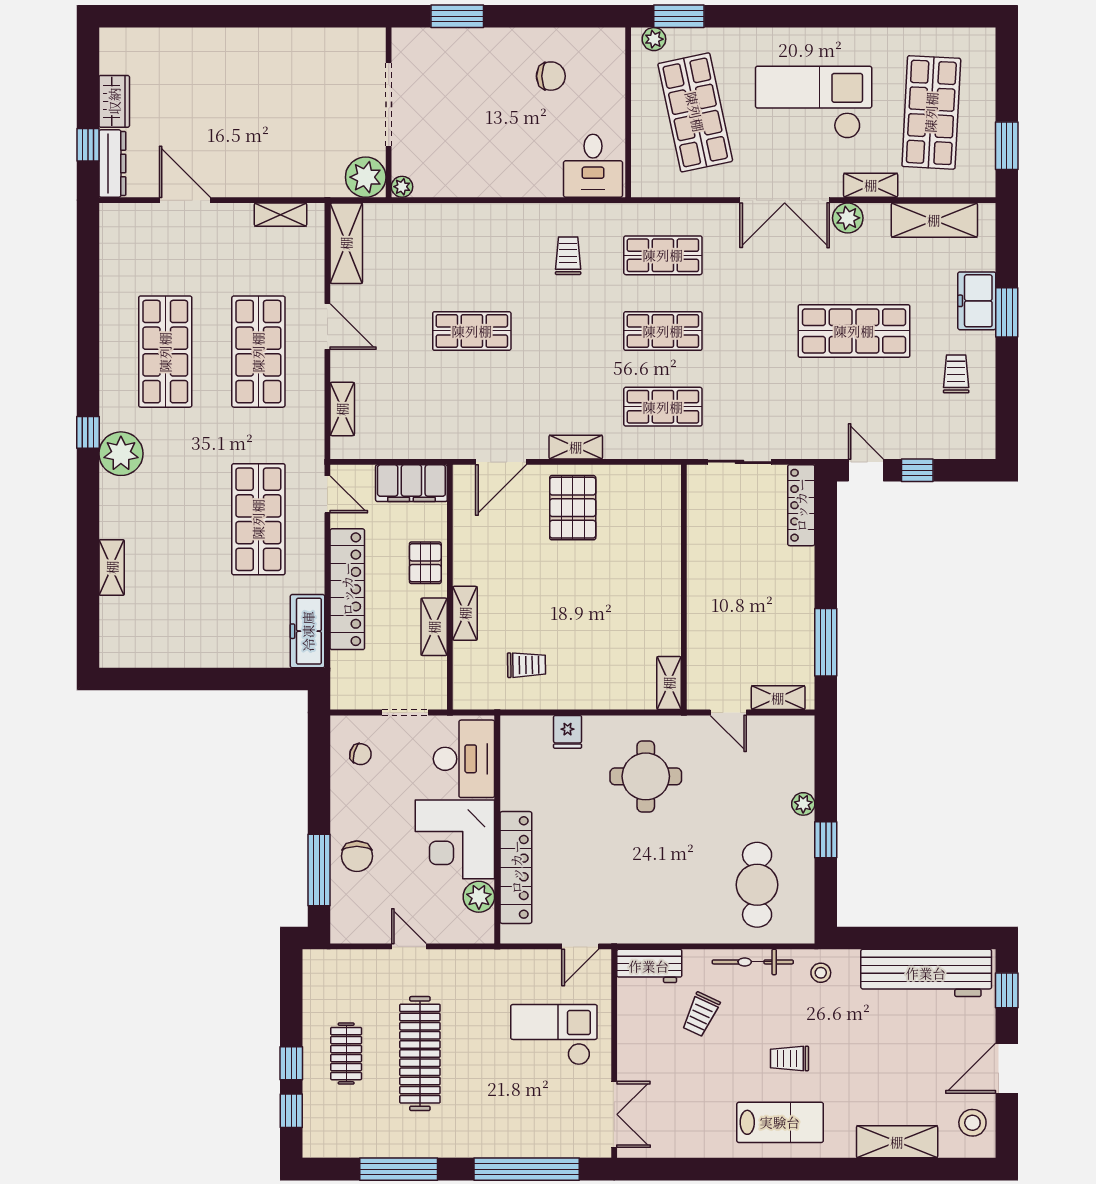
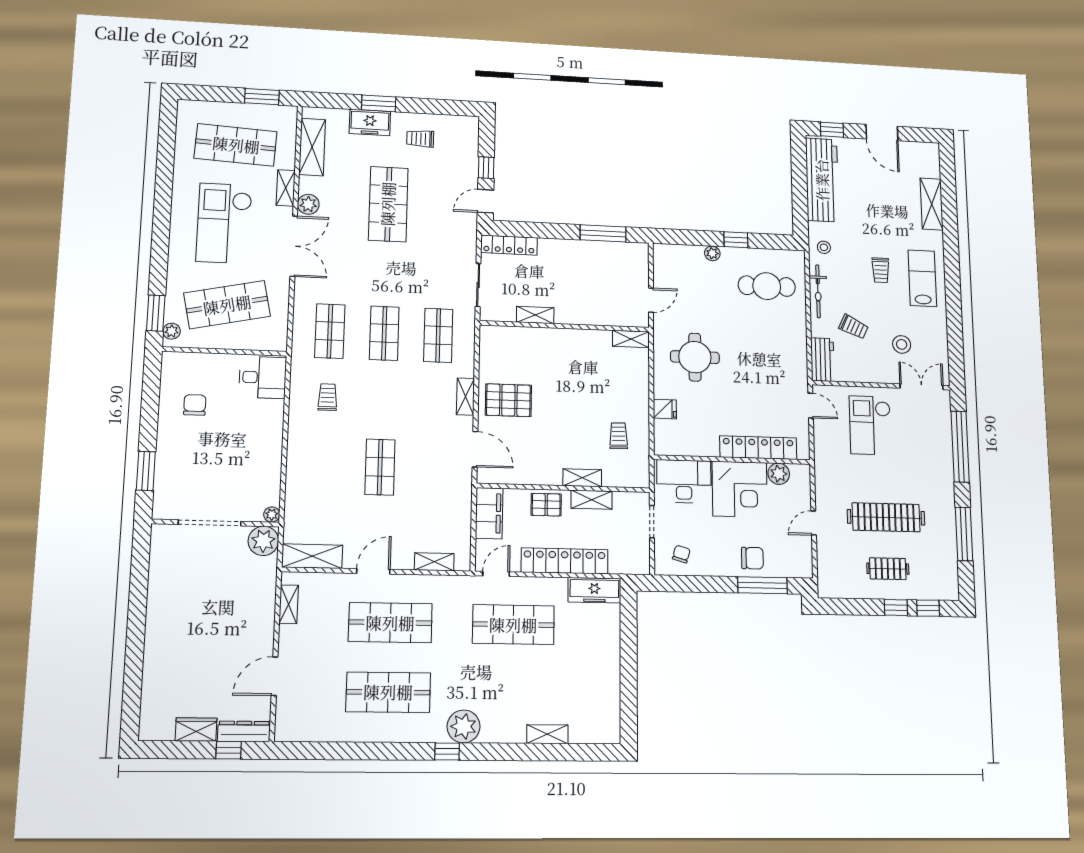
trolley: (568, 256) -> (328, 397), turned 90
shelving: (778, 698) -> (535, 315), moved, turned 90
stool: (972, 1123) -> (902, 344), moved

